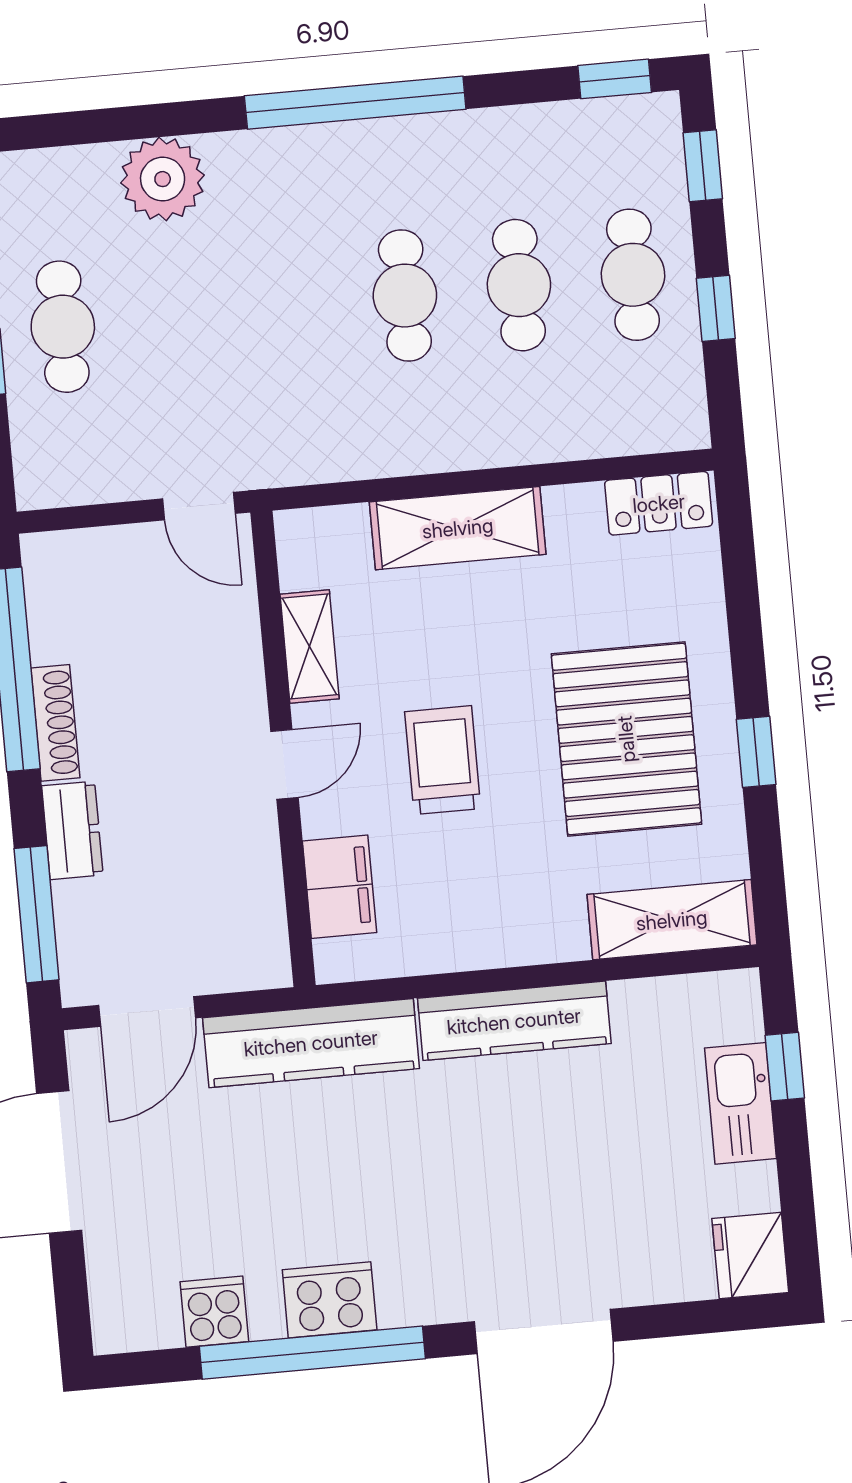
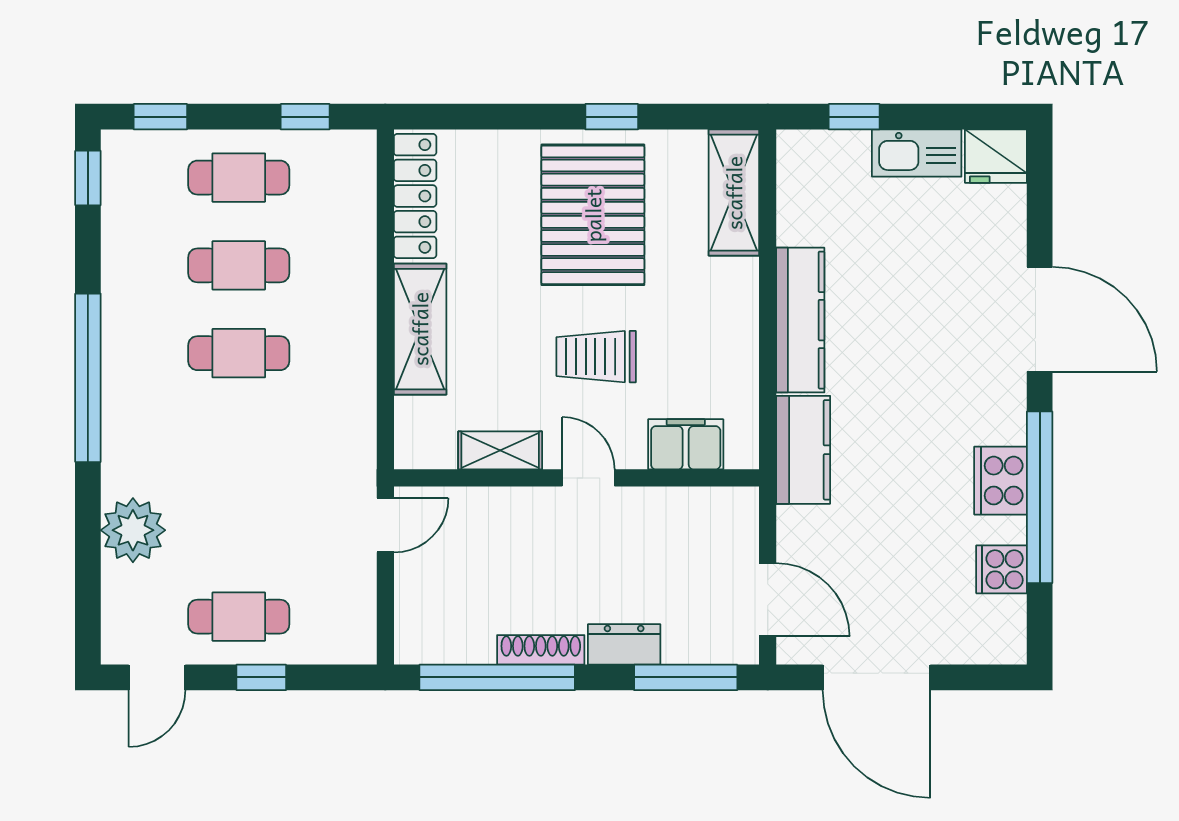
window: (716, 308) -> (305, 117), moved
locker: (659, 503) -> (415, 196), width x1.53
pallet: (626, 739) -> (593, 215), turned 90
kitchen counter: (311, 1043) -> (803, 450), width x0.67
kitchen sink: (740, 1103) -> (917, 153), moved

